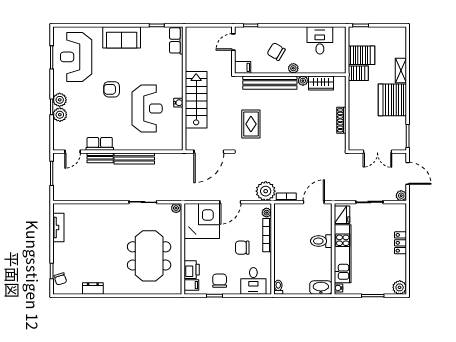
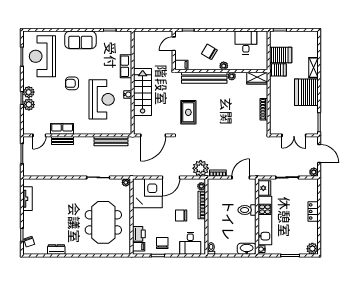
row of seats: (176, 40) -> (126, 66), moved
wardrobe: (321, 83) -> (257, 78), moved
bench: (134, 158) -> (111, 141), moved

